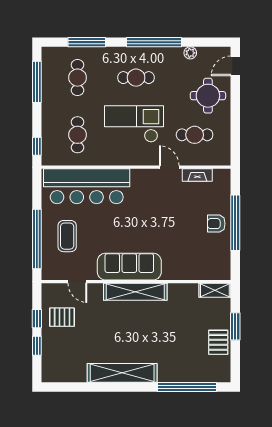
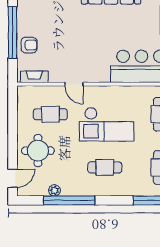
window: (154, 42) -> (69, 200), moved
fireplace: (197, 175) -> (34, 77), moved
armchair: (216, 224) -> (29, 45), moved

